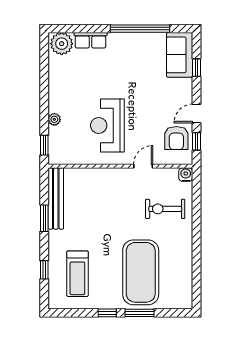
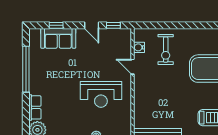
sofa: (180, 55) -> (58, 38), moved
armchair: (176, 138) -> (111, 41), removed
water cooler: (186, 175) -> (139, 47), moved

